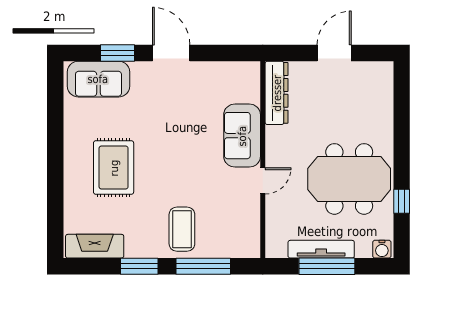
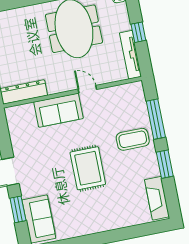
rug: (114, 168) -> (88, 168), moved, turned 90
tv unit: (321, 249) -> (130, 55), moved
window: (327, 266) -> (138, 32), width x0.46

